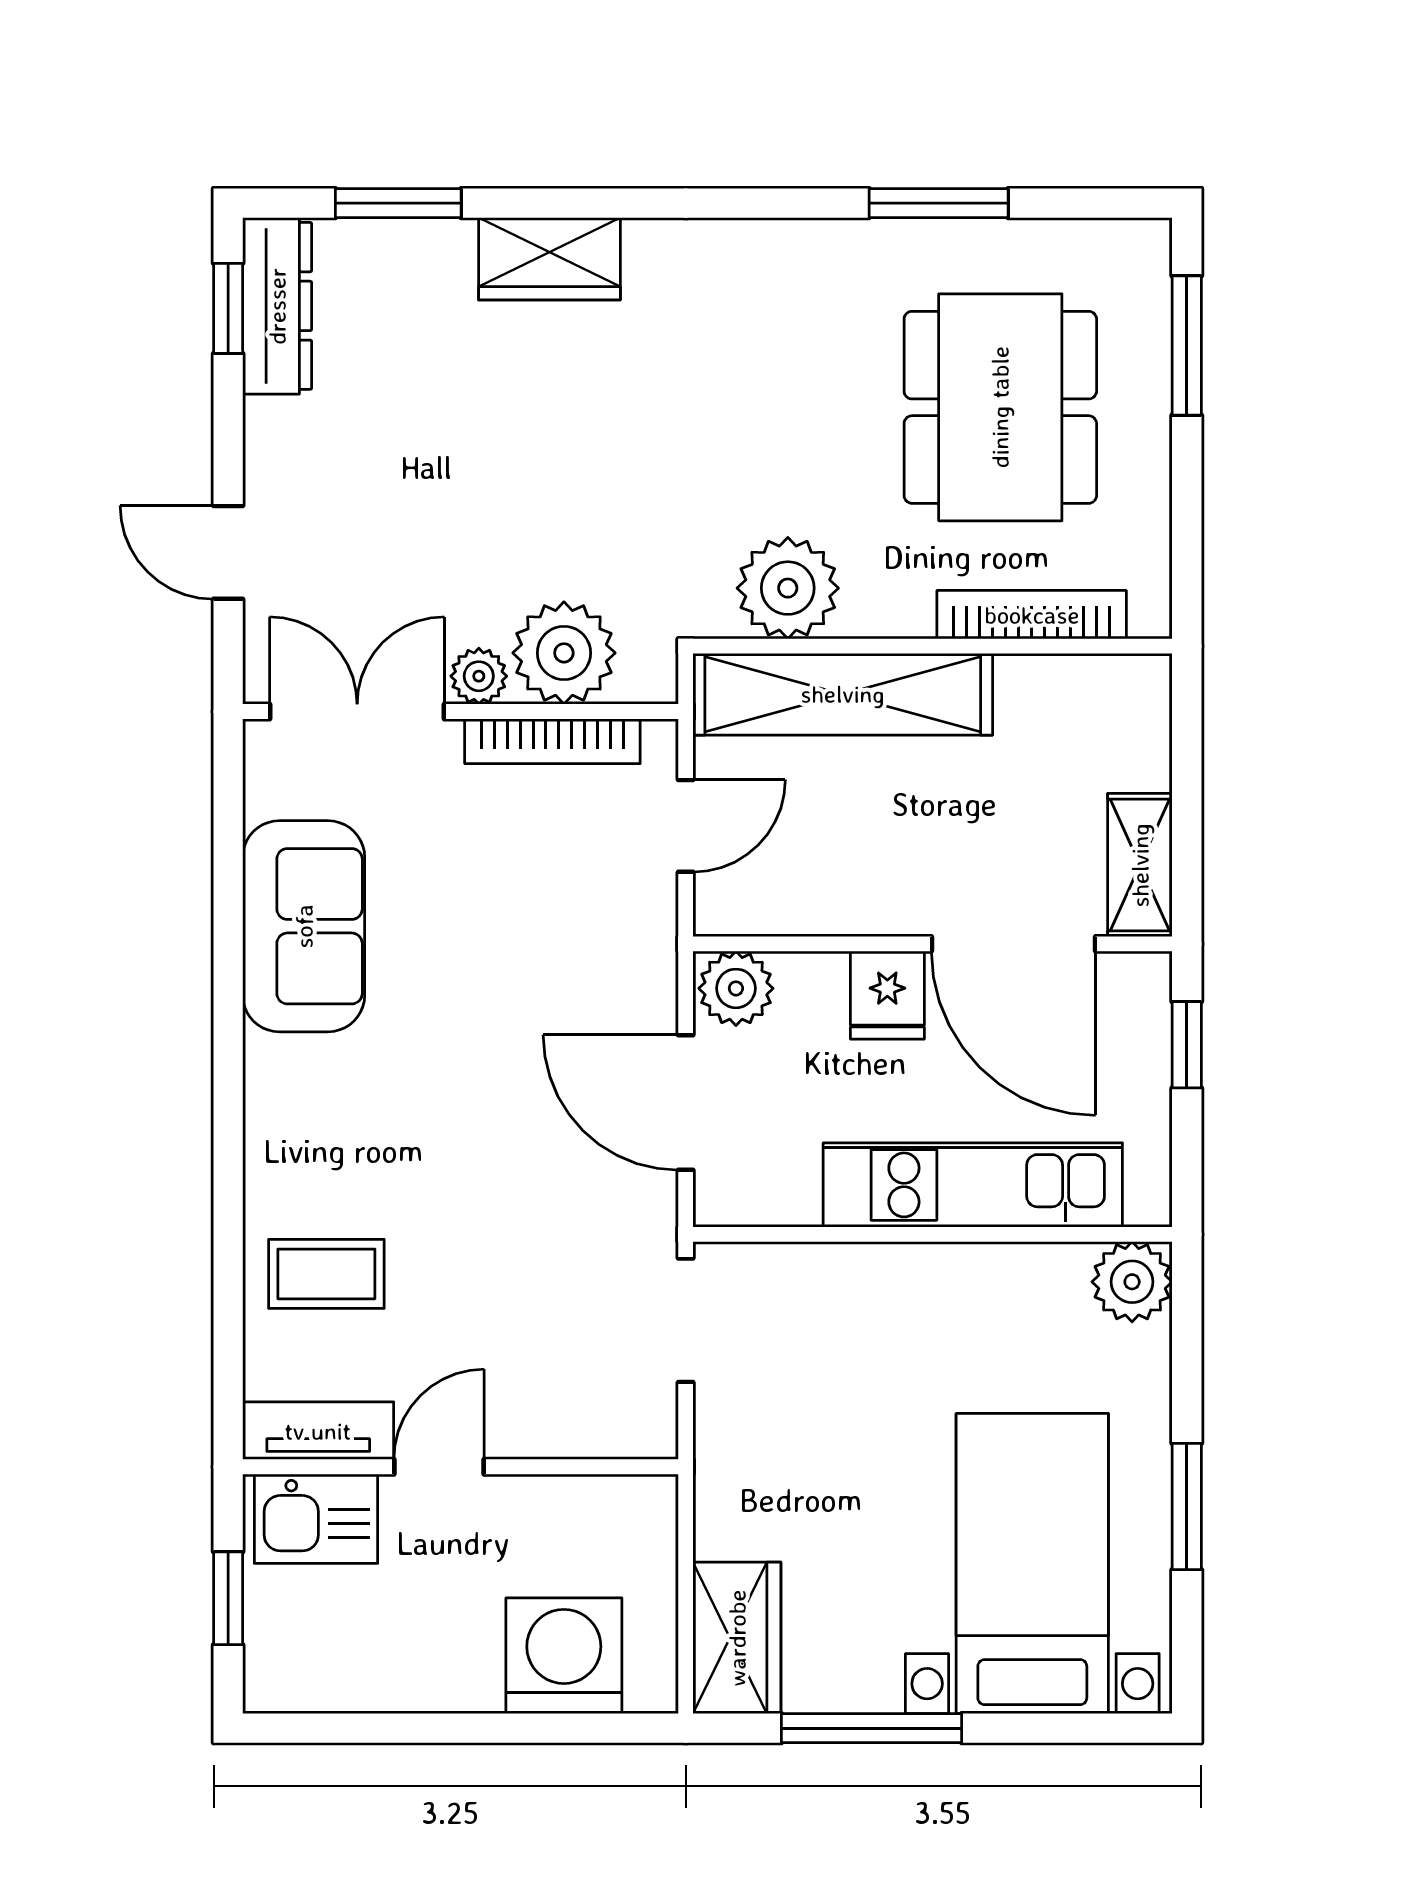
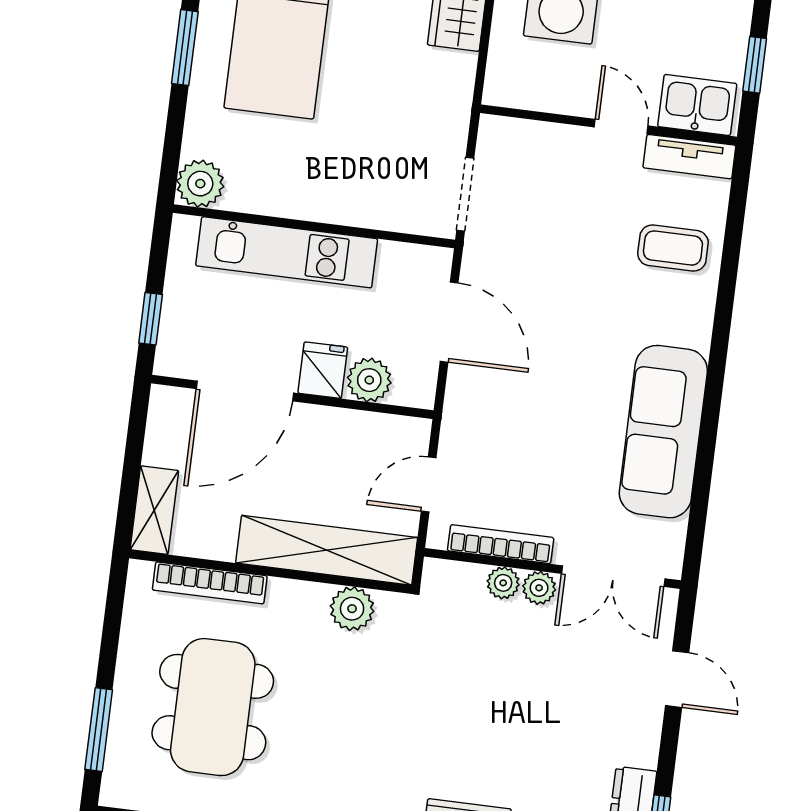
plant: (788, 588) -> (352, 609), width x0.73, depth x0.73
plant: (564, 653) -> (503, 583), width x0.53, depth x0.53
shelving: (1140, 865) -> (154, 510), moved
sofa: (304, 926) -> (663, 432), width x1.36
door: (1014, 944) -> (245, 391), swing flipped
plant: (736, 988) -> (369, 380), moved
door: (439, 1467) -> (621, 126), swing flipped

